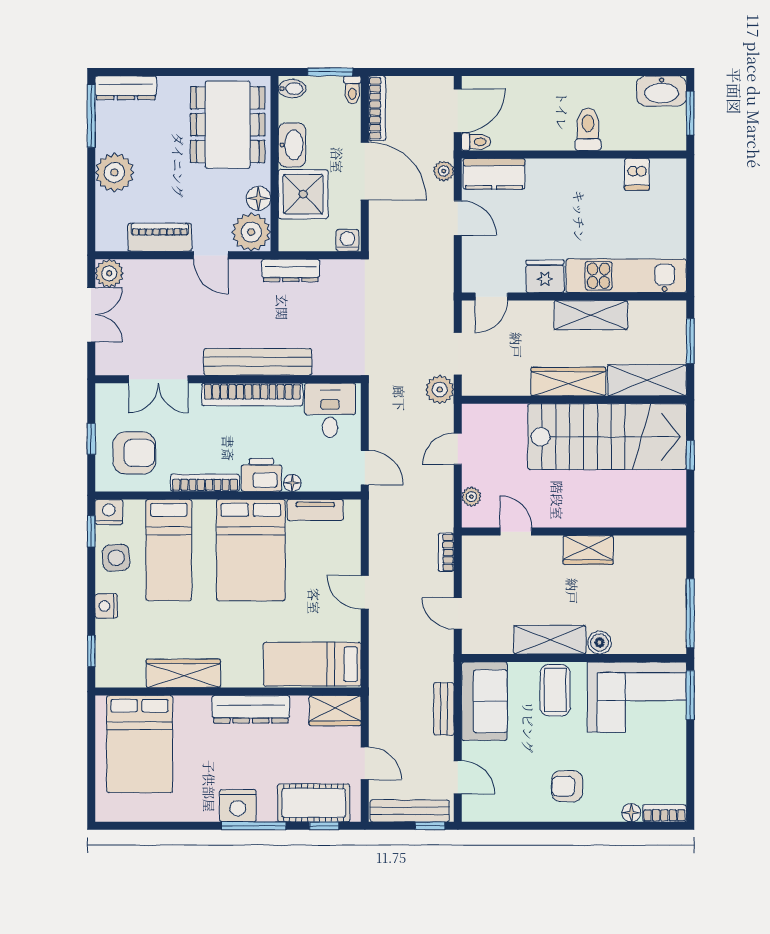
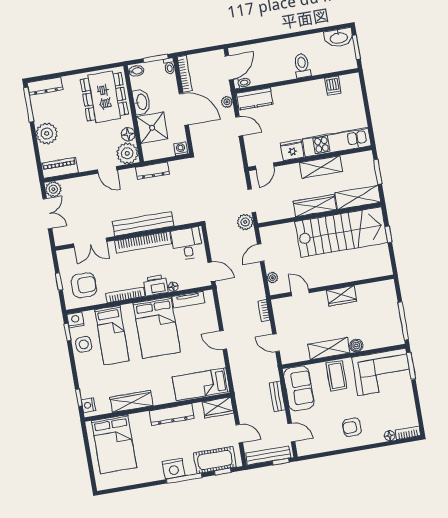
piano: (160, 237) -> (60, 168), moved
nightstand: (106, 606) -> (89, 405), moved

